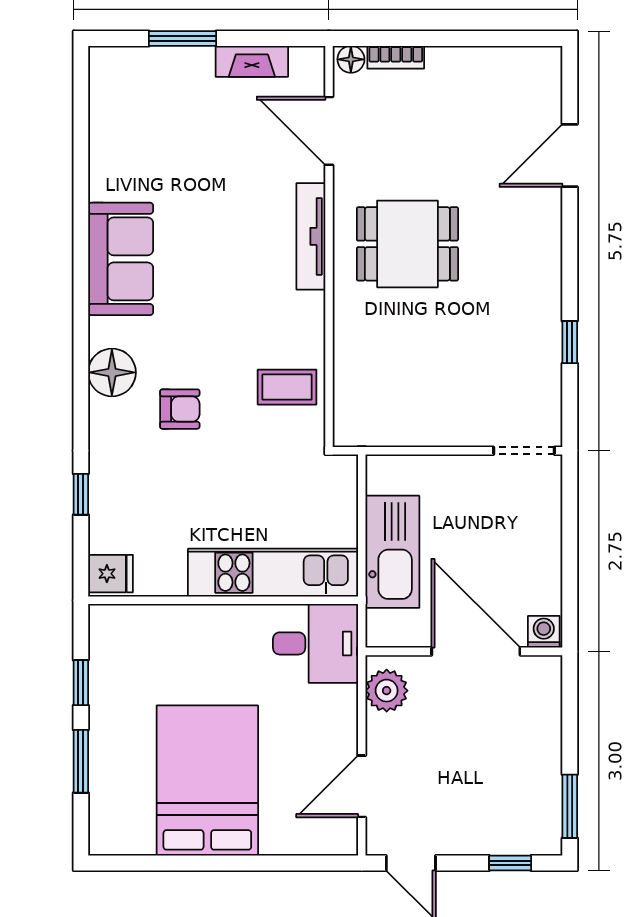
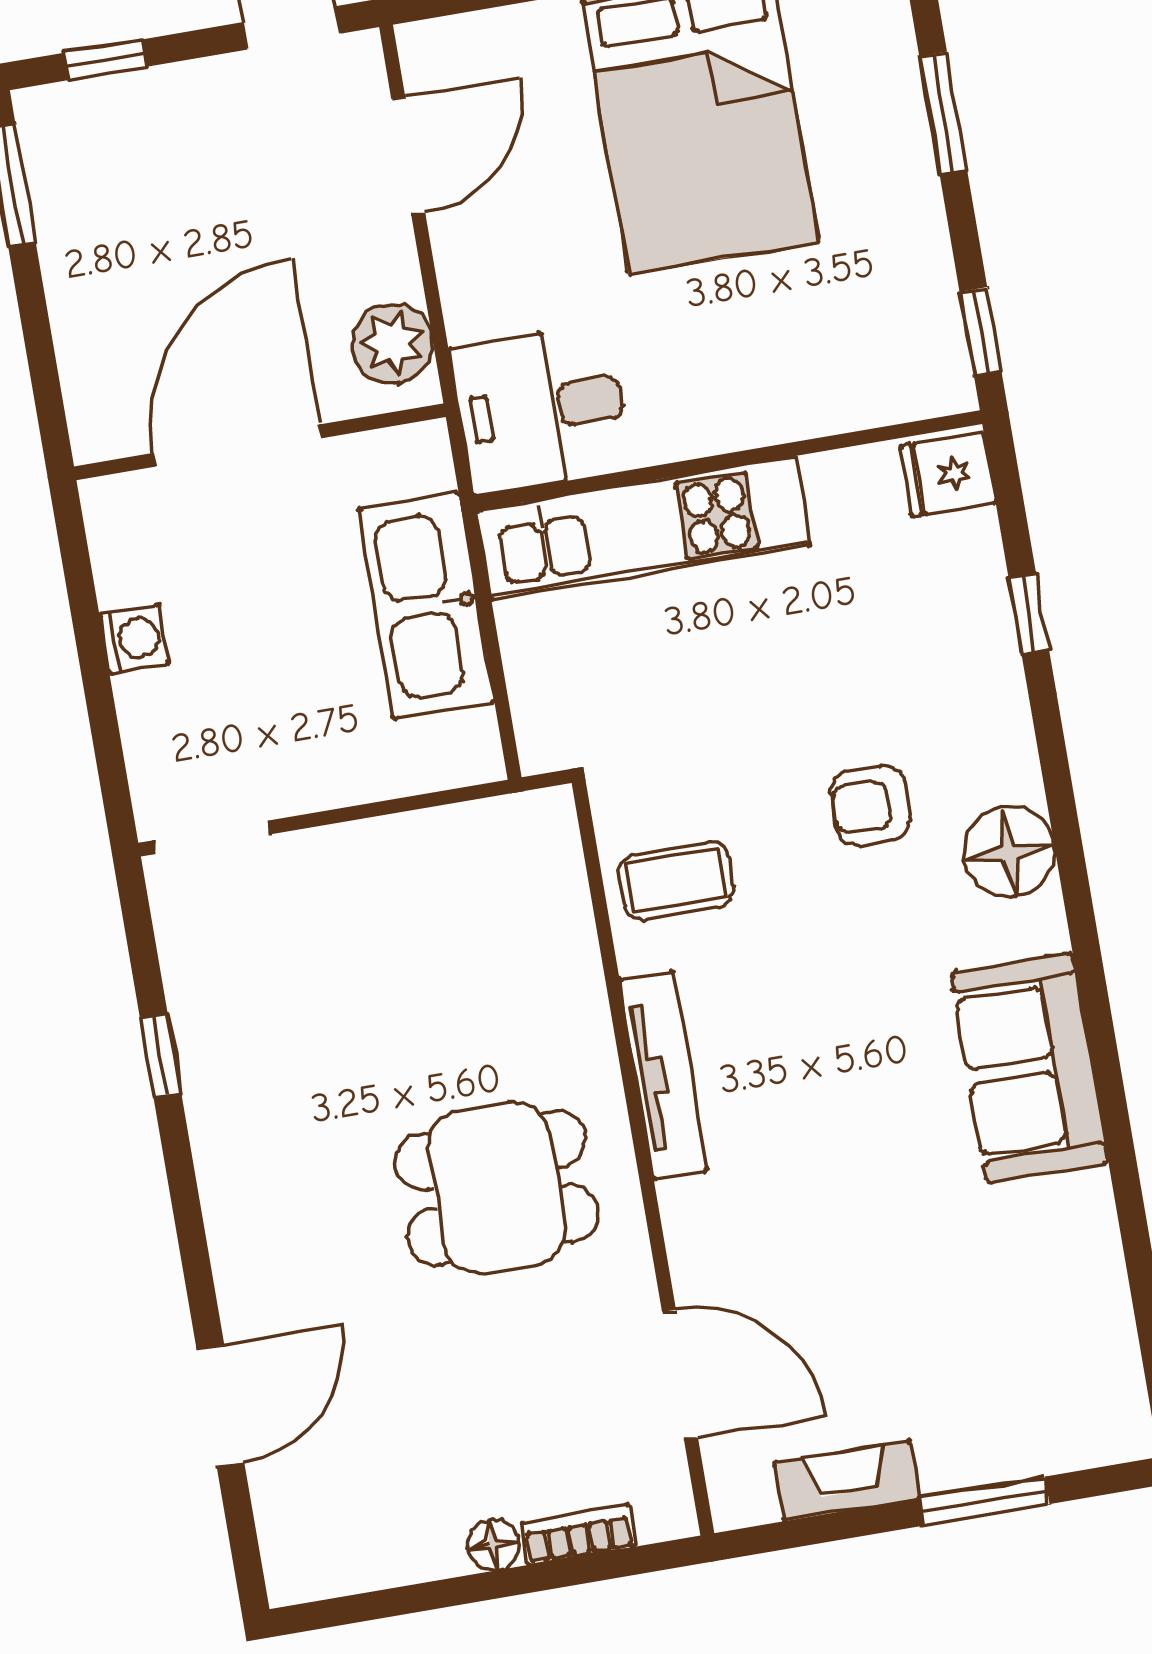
floor lamp: (351, 59) -> (493, 1545), moved
tv unit: (311, 236) -> (664, 1075), moved
washing machine: (544, 632) -> (134, 639), moved, turned -90
door: (476, 651) -> (238, 446), swing flipped
window: (81, 683) -> (981, 332), moved

